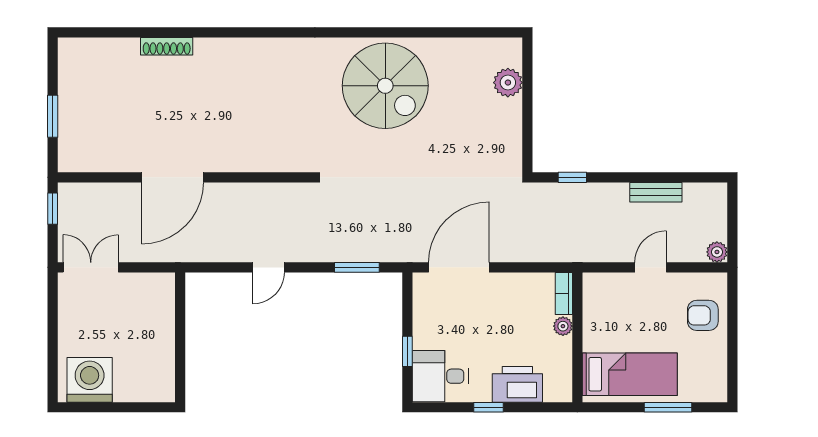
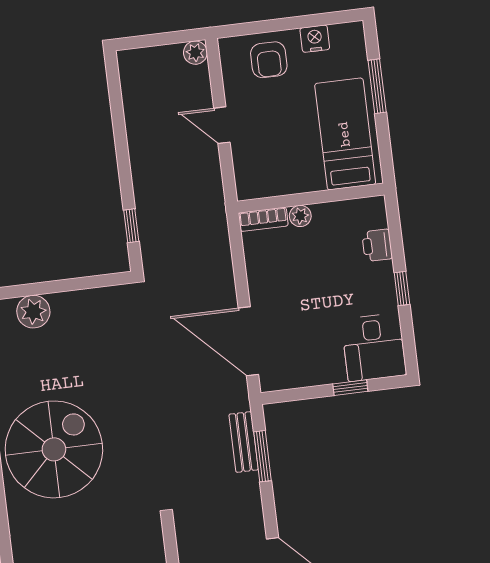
bench: (656, 192) -> (244, 442), moved
nightstand: (716, 358) -> (315, 39), added
printer: (517, 384) -> (377, 245), width x0.53, depth x0.68

